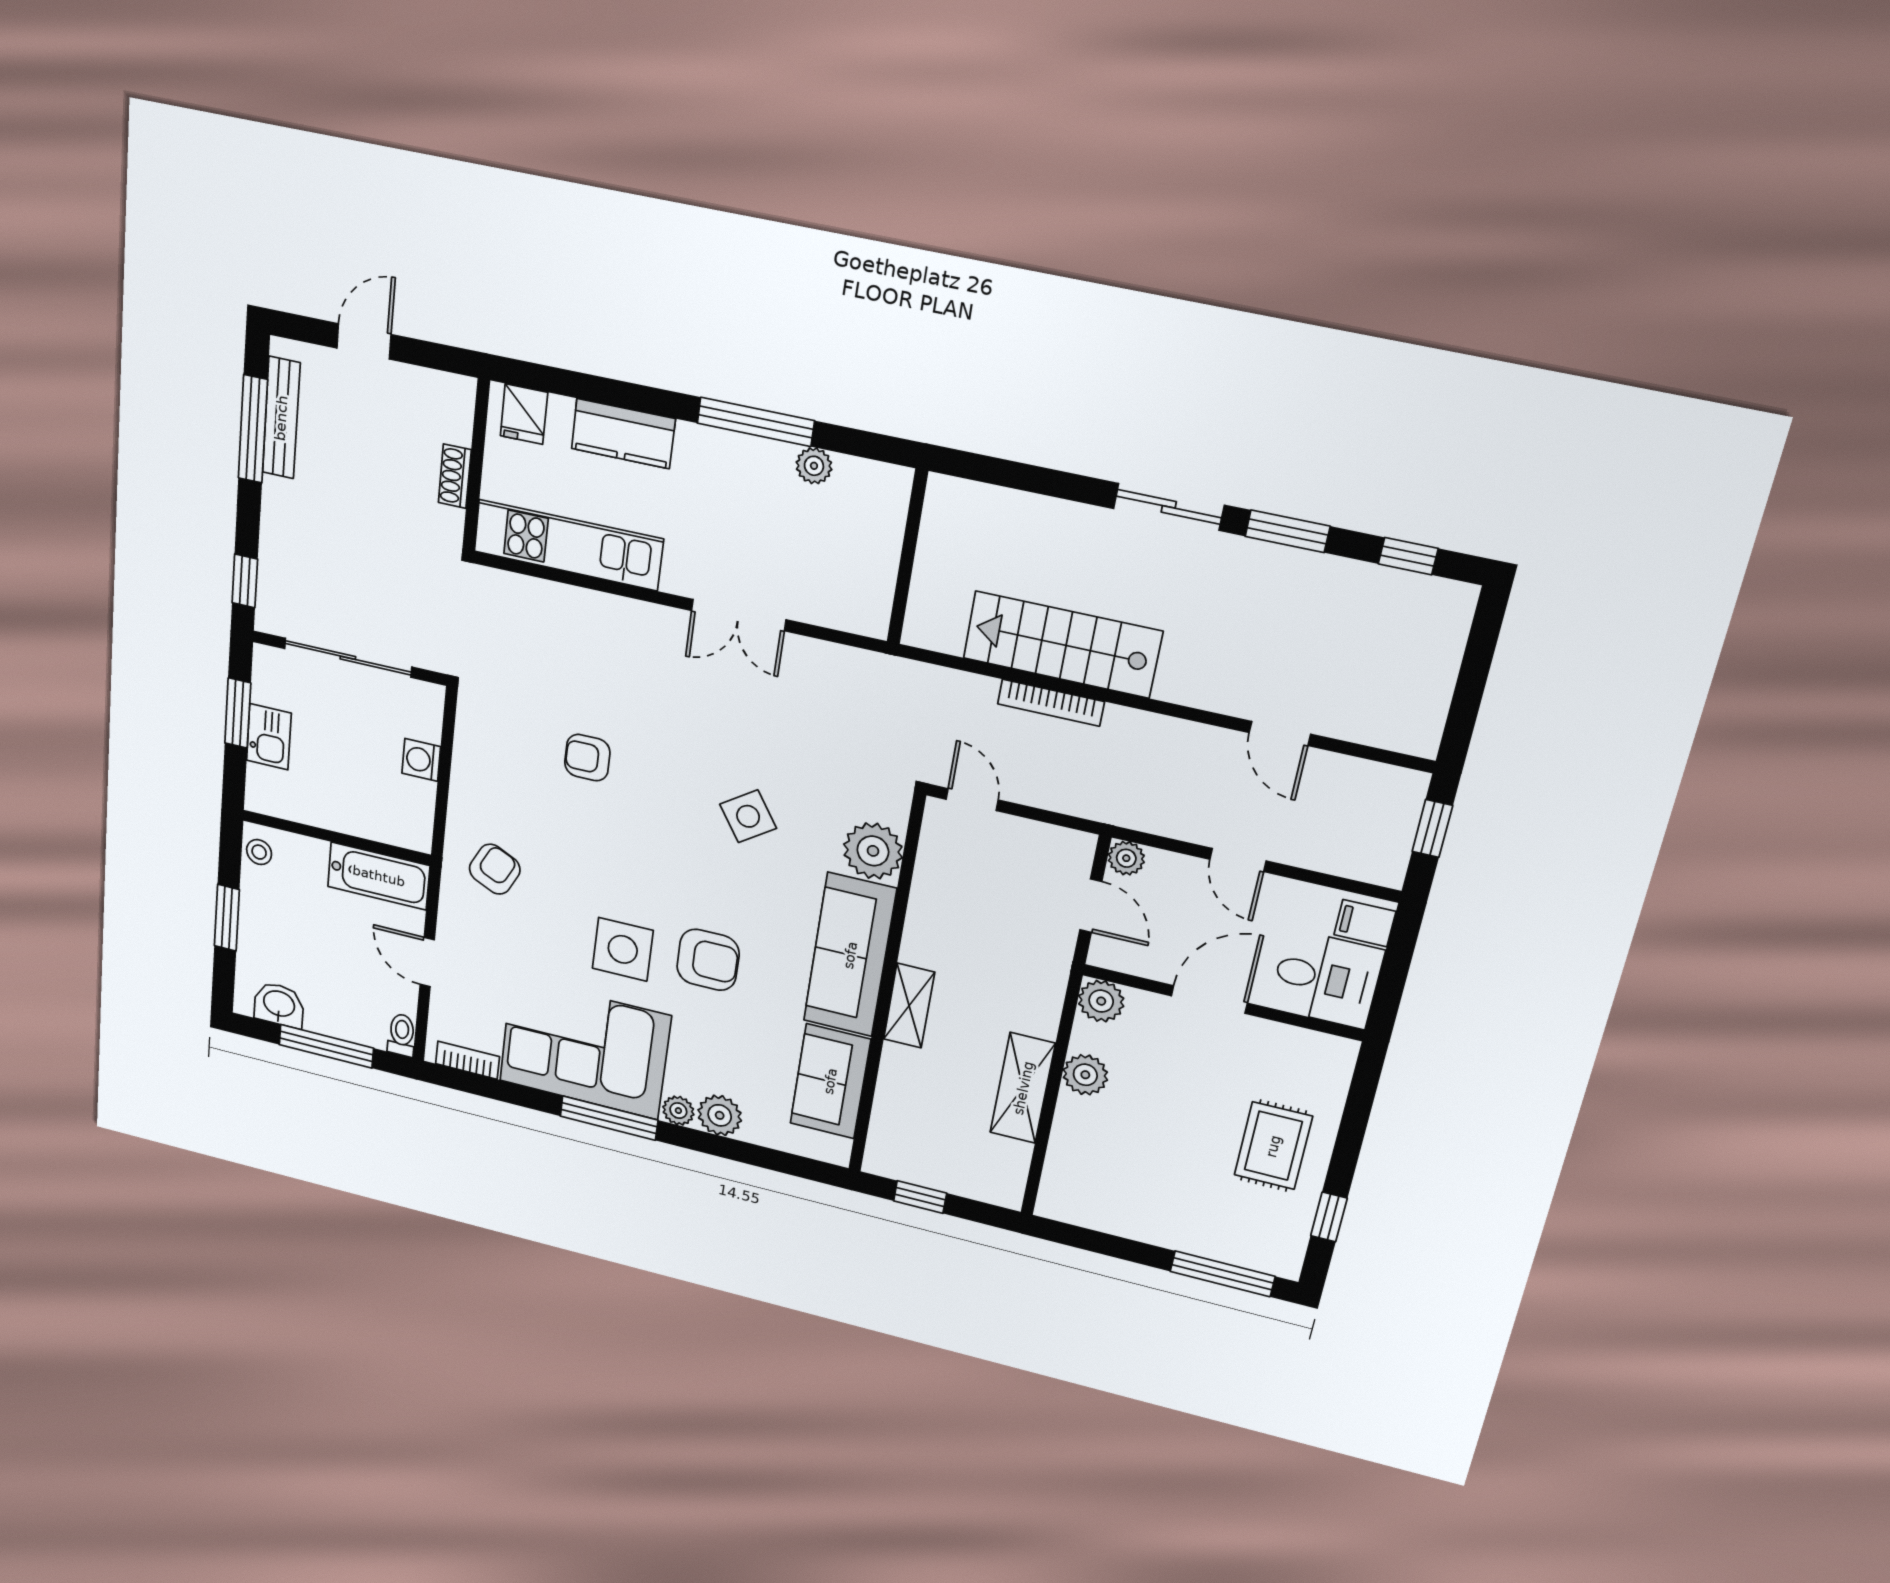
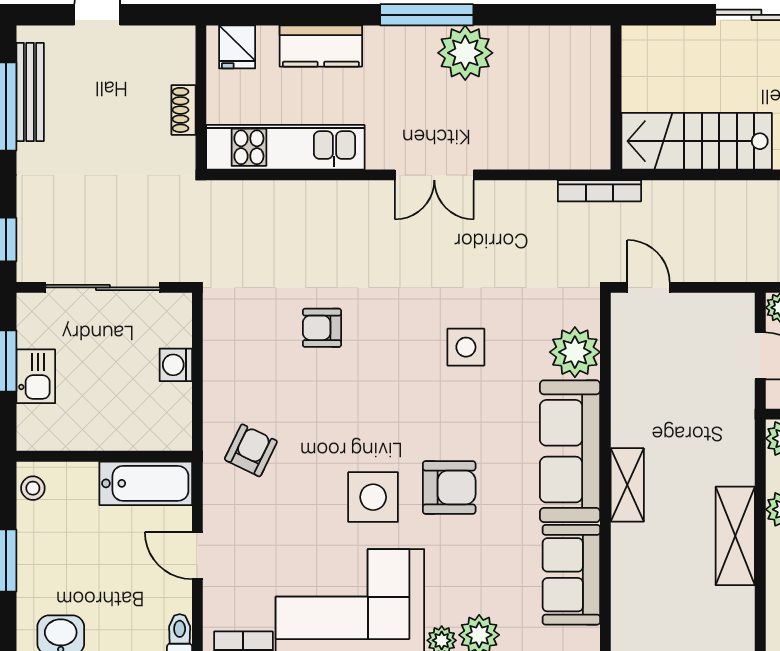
plant: (814, 466) -> (465, 53), width x1.88, depth x1.88
wall: (907, 557) -> (616, 97), moved
bookcase: (1051, 703) -> (599, 191), moved
side table: (748, 816) -> (466, 347), turned 34

